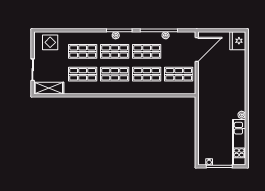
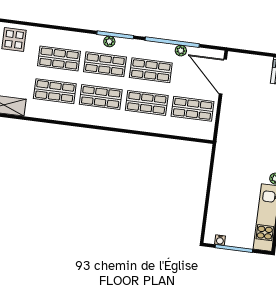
door: (197, 49) -> (223, 77), swing flipped

